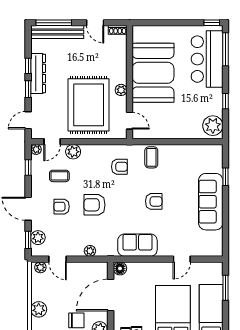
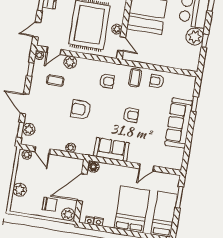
plant: (121, 90) -> (117, 29), moved
plant: (213, 126) -> (195, 37), moved
armchair: (62, 207) -> (157, 81), moved

